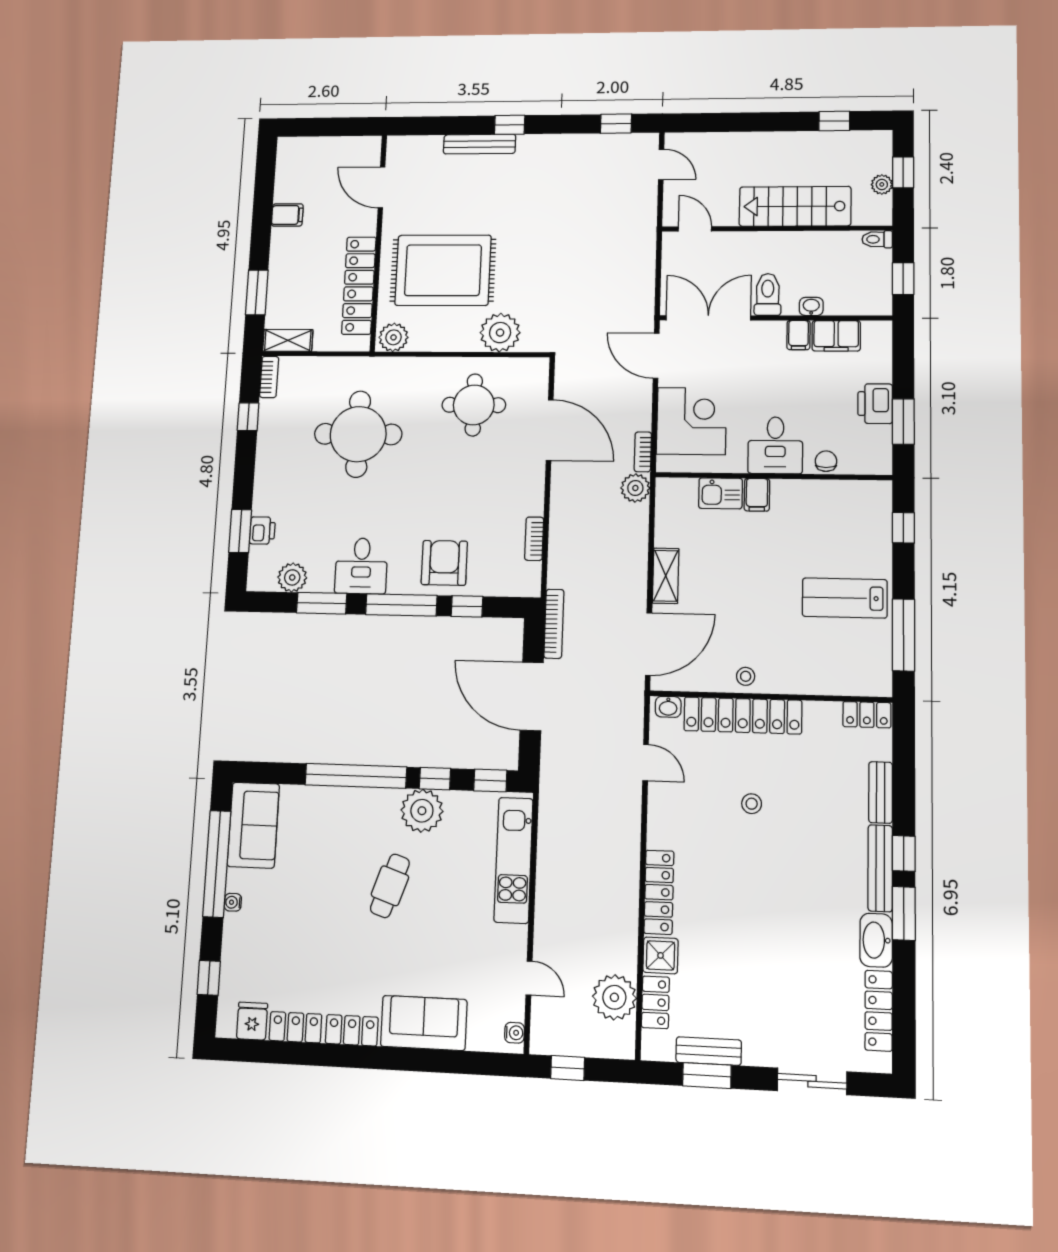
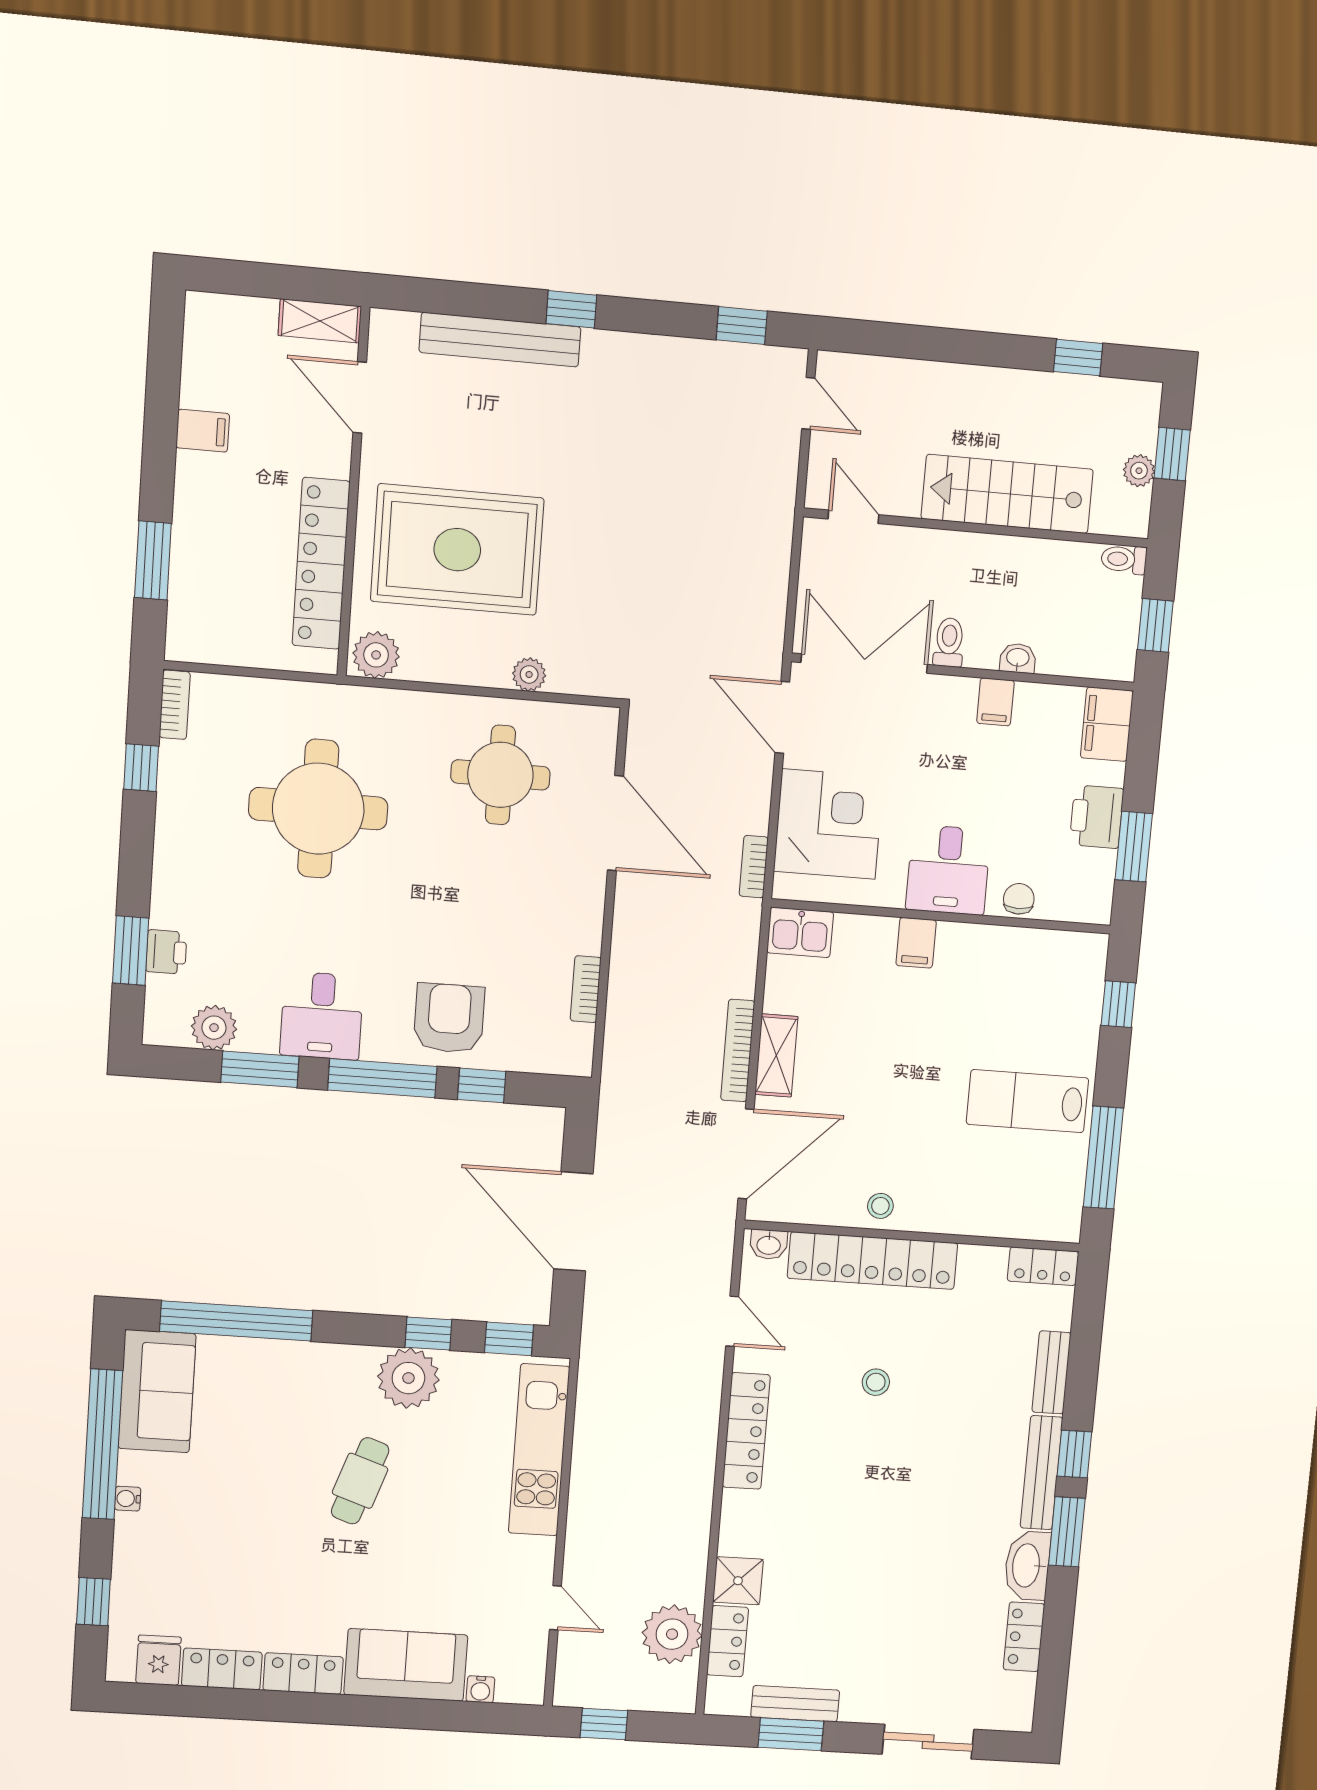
bench: (480, 144) -> (500, 340), width x1.37, depth x1.21
toilet: (768, 294) -> (949, 642), width x0.73, depth x0.72
plant: (500, 333) -> (529, 674), width x0.53, depth x0.53
filing cabinet: (836, 336) -> (1107, 724), moved, turned 90
shelving: (288, 340) -> (320, 321), moved
plant: (635, 488) -> (740, 921), removed
kitchen sink: (720, 493) -> (800, 932), moved
bookcase: (554, 624) -> (738, 1050), moved, turned 180
window: (356, 776) -> (236, 1321), moved
locker: (659, 892) -> (746, 1431), moved
locker: (879, 1011) -> (1024, 1637), width x0.66
water cooler: (515, 1033) -> (480, 1689), moved, turned 90

